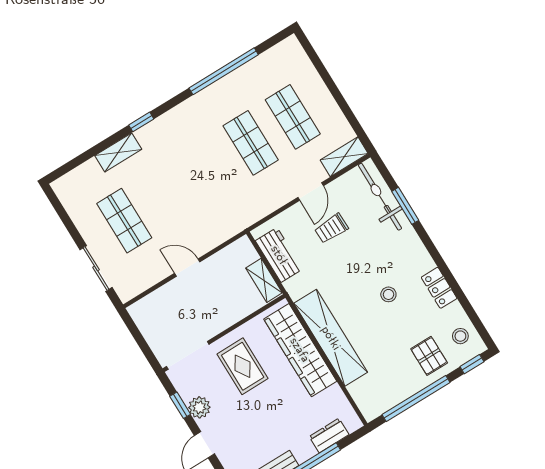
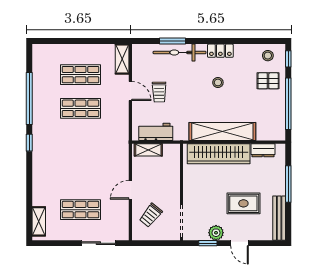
window: (141, 122) -> (29, 143), moved
shelving: (118, 152) -> (39, 221), moved
bicycle: (380, 197) -> (180, 52), moved
shelving: (264, 280) -> (148, 150), moved
locker: (439, 288) -> (220, 51), moved
trolley: (171, 312) -> (151, 215), added
rug: (243, 366) -> (243, 203), moved
dresser: (329, 436) -> (263, 150), moved, turned -90

